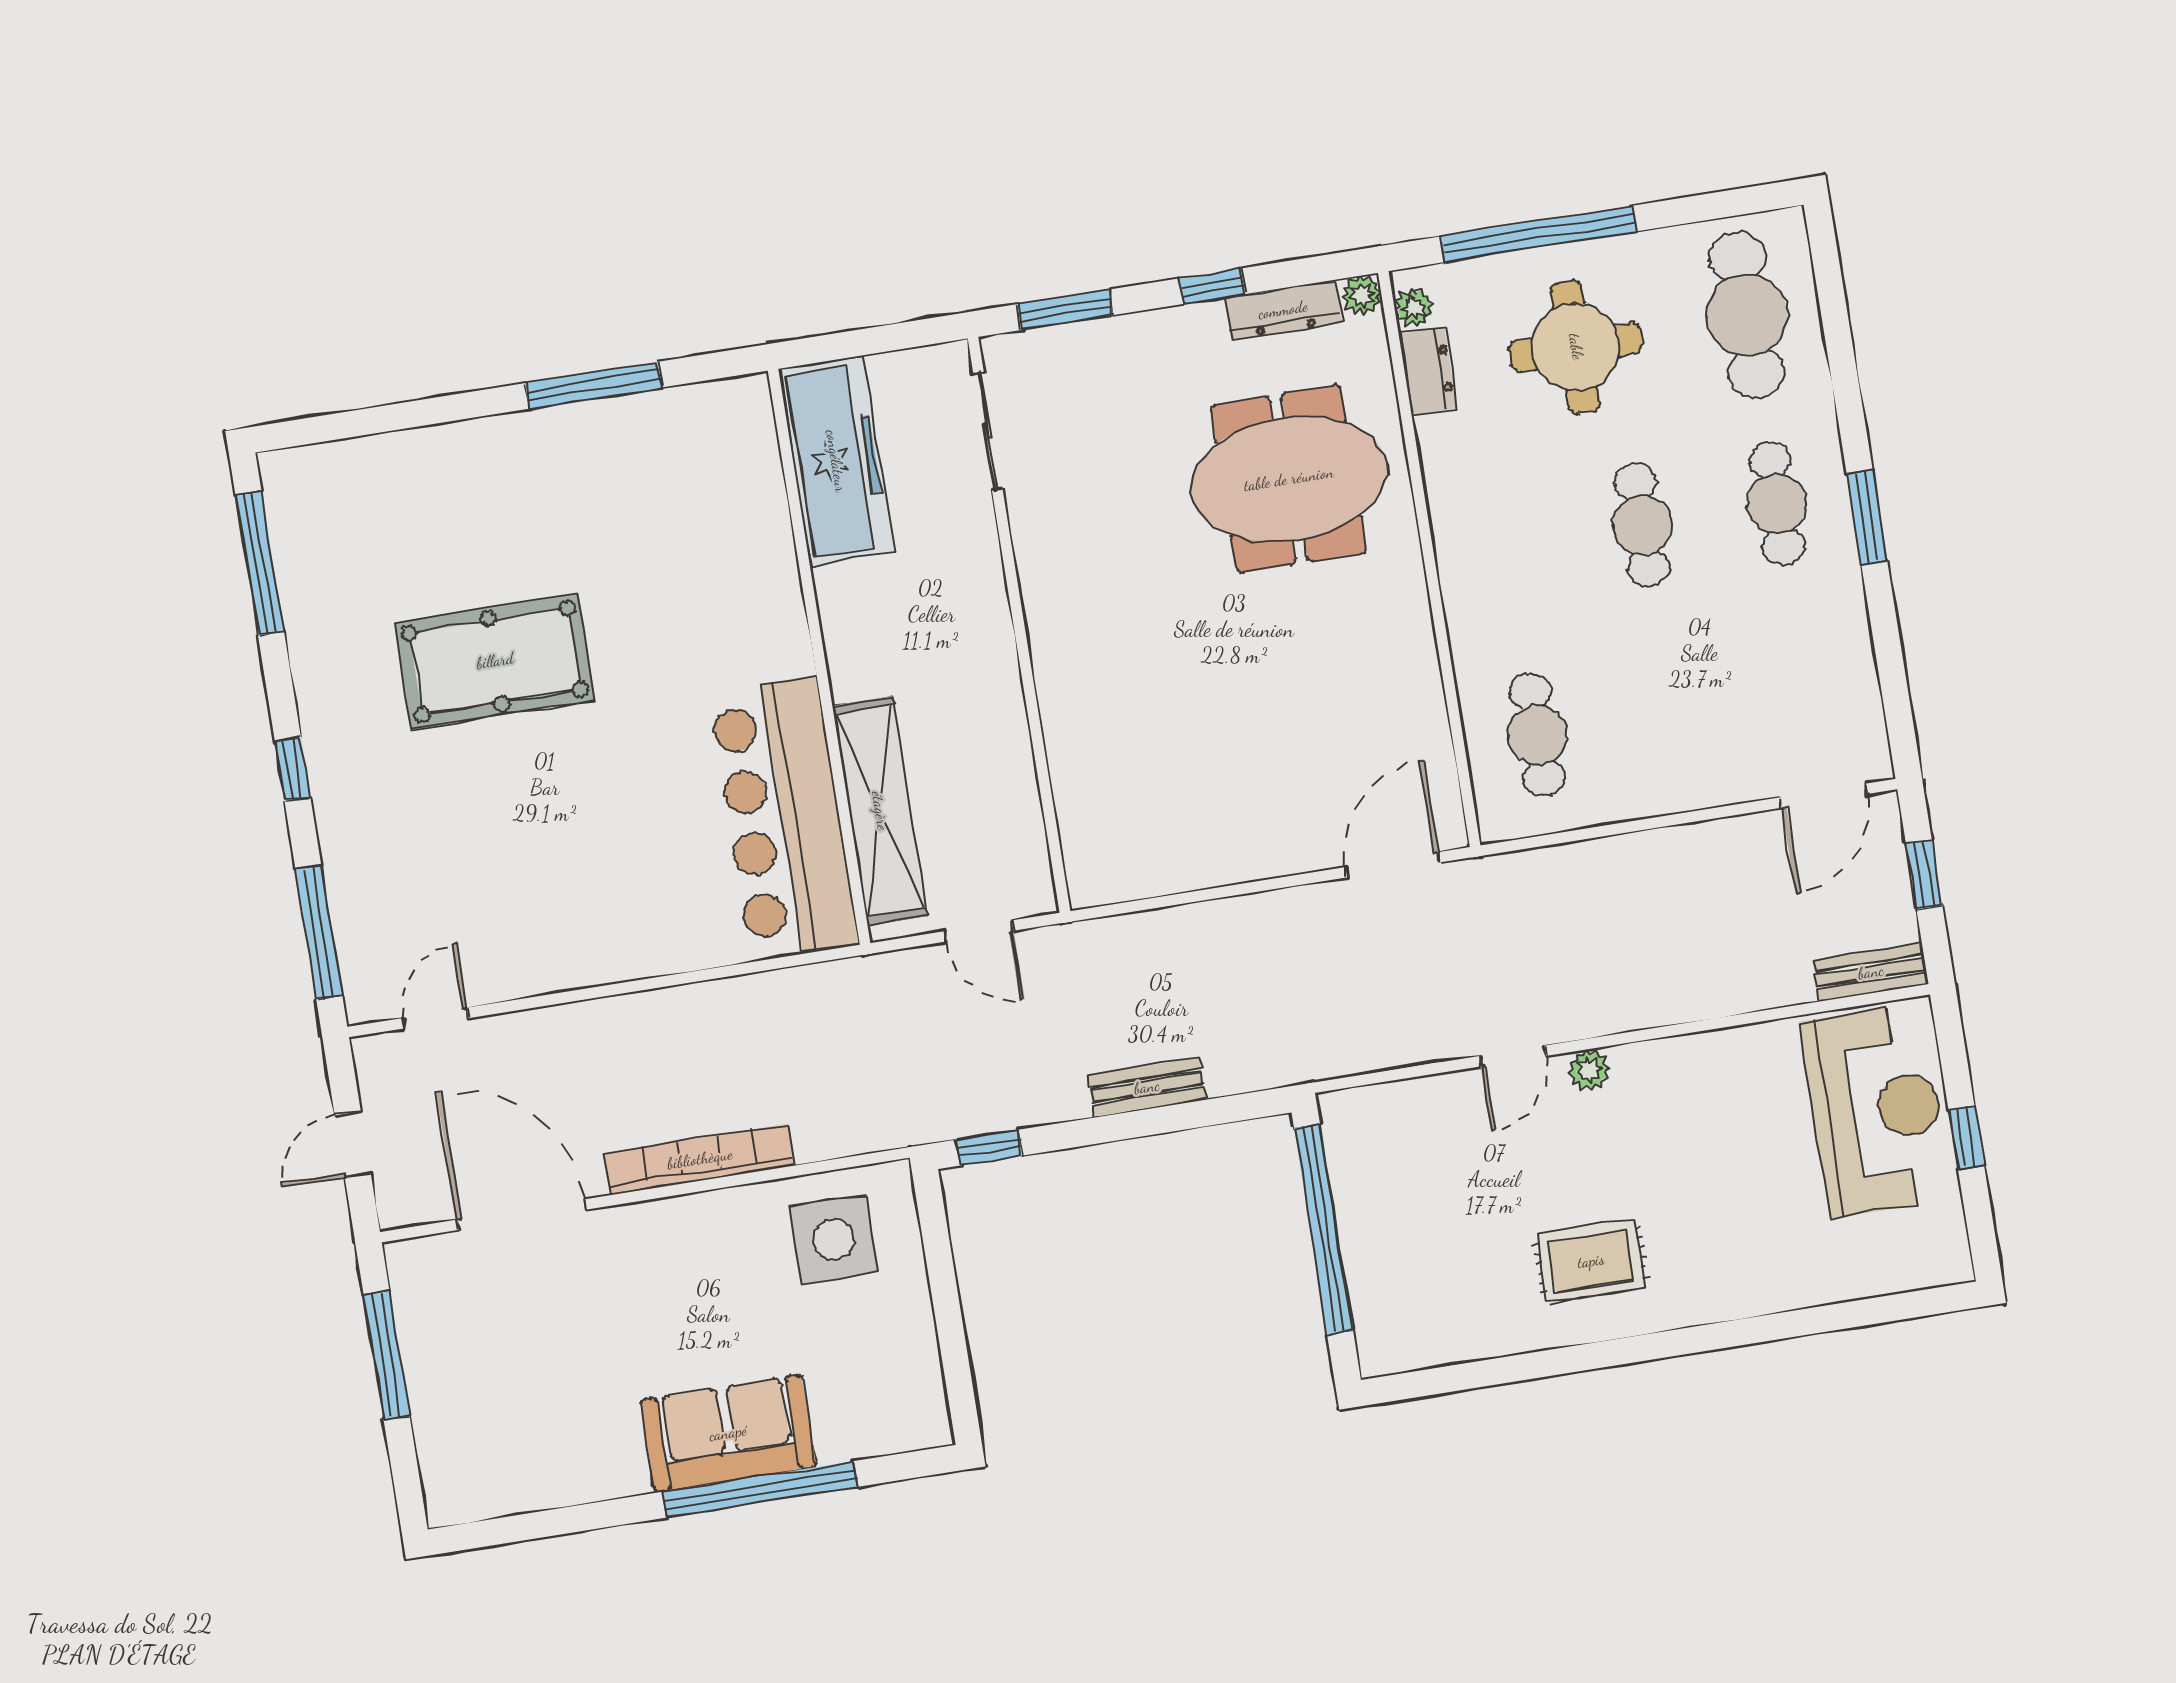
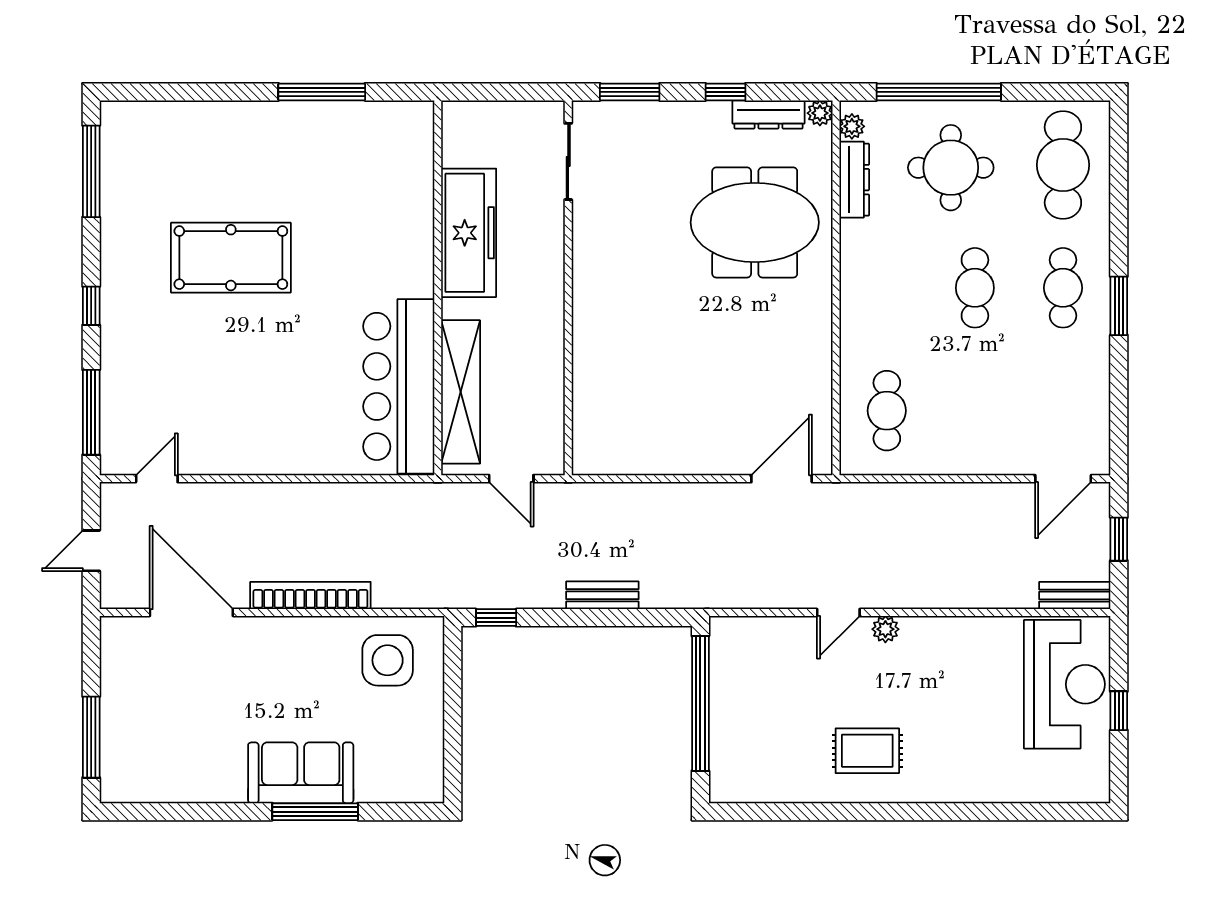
dresser: (1428, 371) -> (854, 180), width x1.44
freezer: (836, 461) -> (469, 233), moved
window: (387, 1355) -> (91, 737), moved
window: (760, 1489) -> (315, 812), width x0.68

